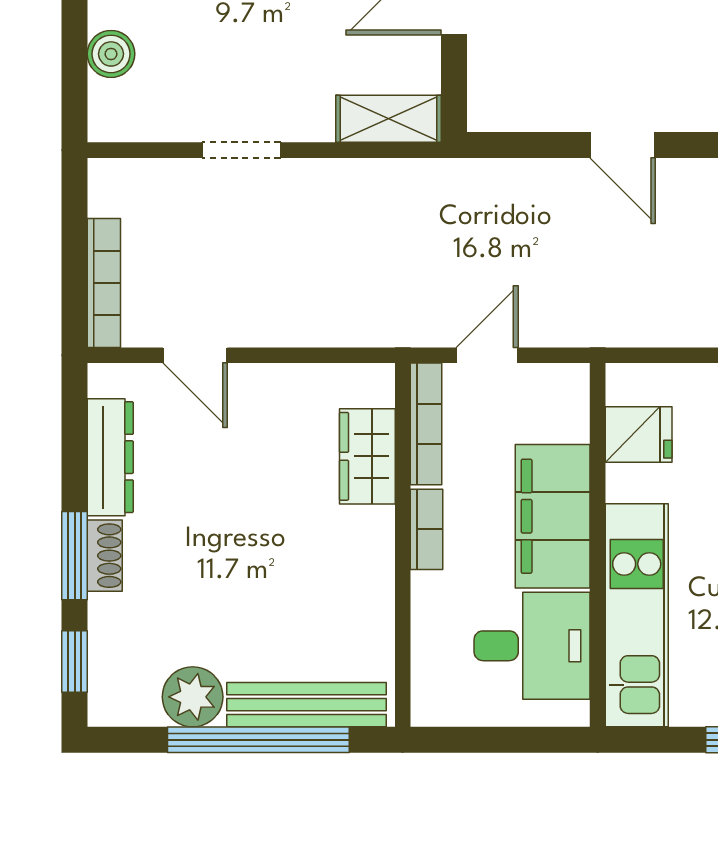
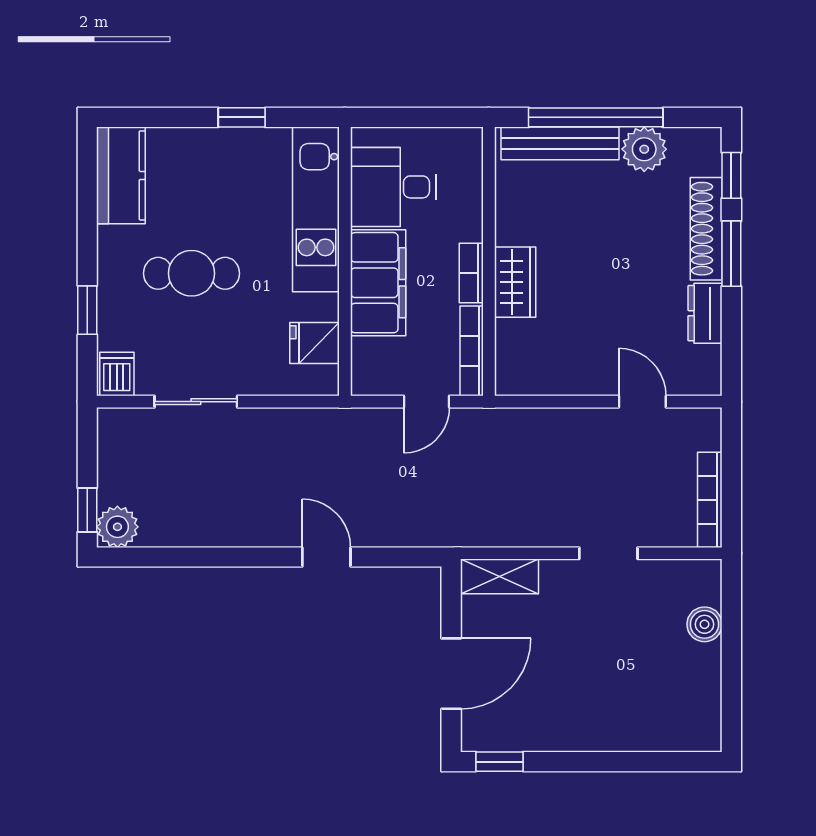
bookcase: (104, 283) -> (710, 500), moved
wardrobe: (367, 456) -> (515, 282), moved
dresser: (110, 457) -> (705, 313), width x0.70
shoe rack: (105, 556) -> (706, 229), width x1.94, depth x1.24

